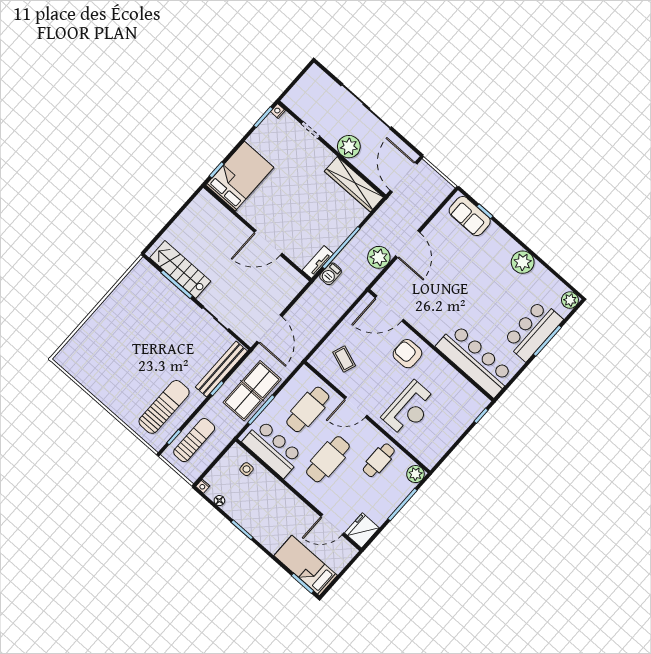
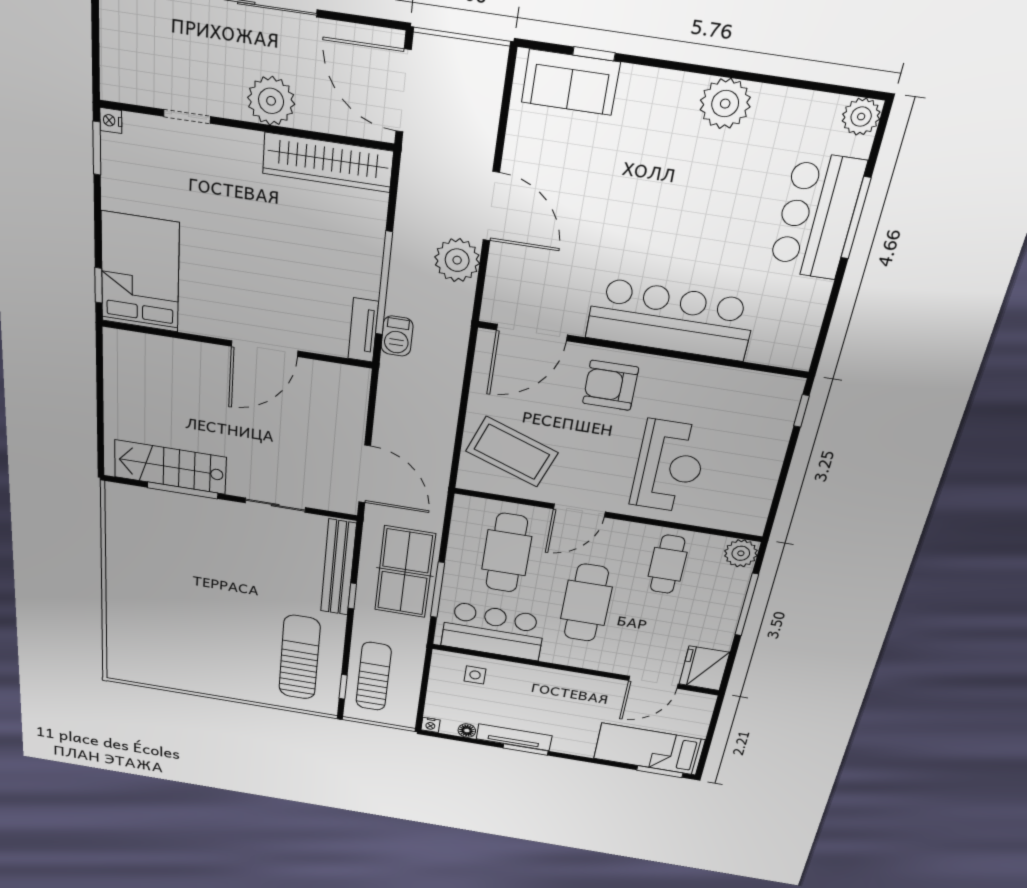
coffee table: (344, 359) -> (512, 452), width x1.86, depth x1.72
bar counter: (475, 360) -> (671, 319), moved
tv unit: (241, 519) -> (514, 737), added

